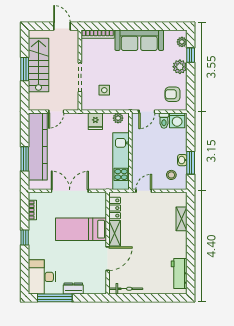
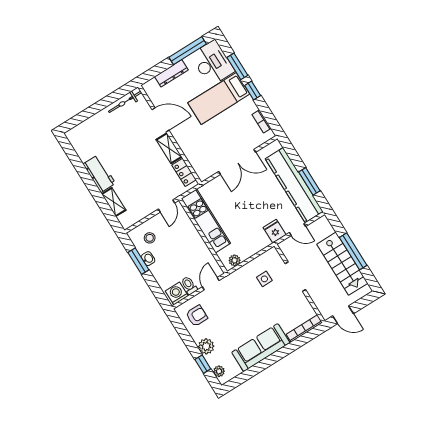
window: (25, 69) -> (353, 251), width x1.44
door: (56, 112) -> (297, 230), swing flipped
fridge: (95, 121) -> (275, 231), moved
window: (25, 159) -> (309, 181), moved
bed: (81, 229) -> (219, 98), moved, turned 180
door: (108, 259) -> (161, 120), swing flipped
window: (25, 263) -> (237, 66), added
workbench: (179, 273) -> (99, 174), moved
dresser: (73, 289) -> (171, 73), width x1.44

